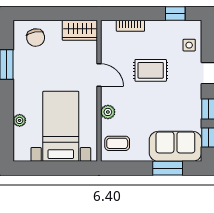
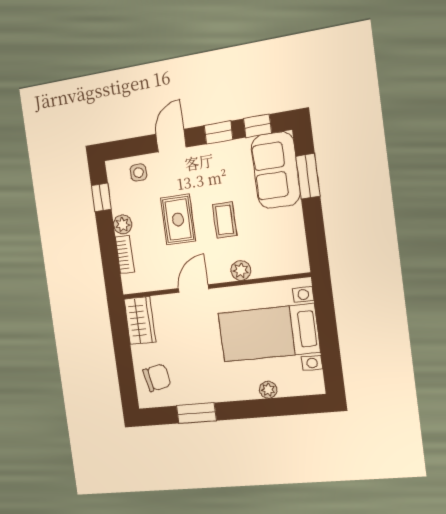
plant: (153, 27) -> (123, 224), added
coffee table: (117, 143) -> (225, 220), moved

